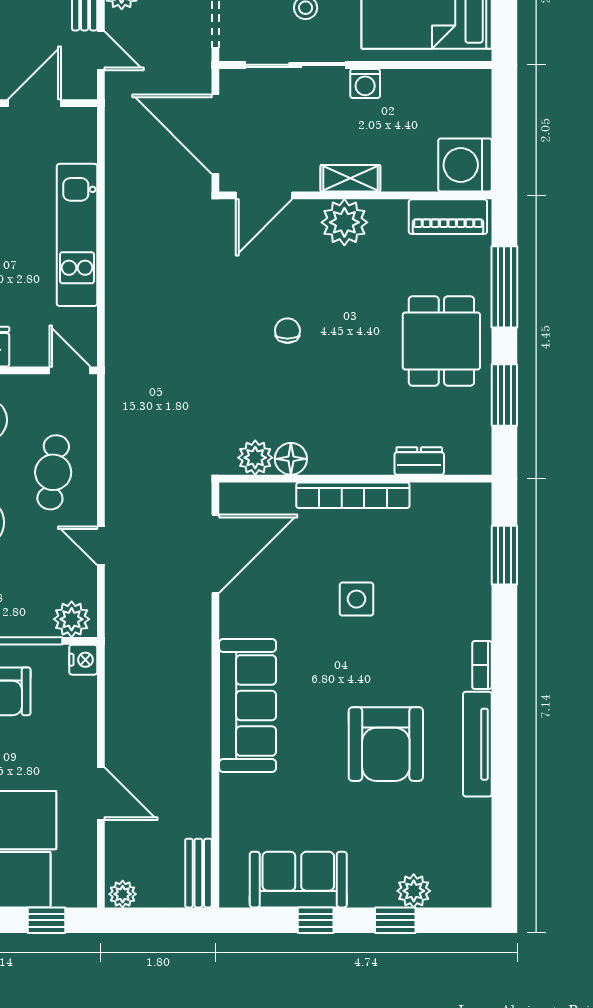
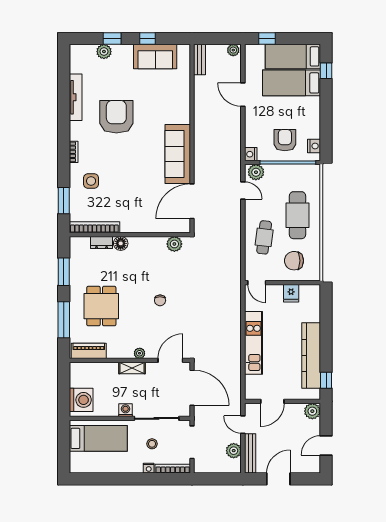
washing machine: (465, 165) -> (81, 400), moved
plant: (344, 222) -> (140, 353), width x0.53, depth x0.53
dining table: (441, 341) -> (101, 306), moved
floor lamp: (291, 459) -> (121, 243), moved
bookcase: (353, 495) -> (94, 227), moved
door: (101, 546) -> (243, 190), moved
side table: (356, 599) -> (91, 181), moved
sofa: (248, 705) -> (178, 154), moved
tv unit: (477, 744) -> (76, 97), moved

